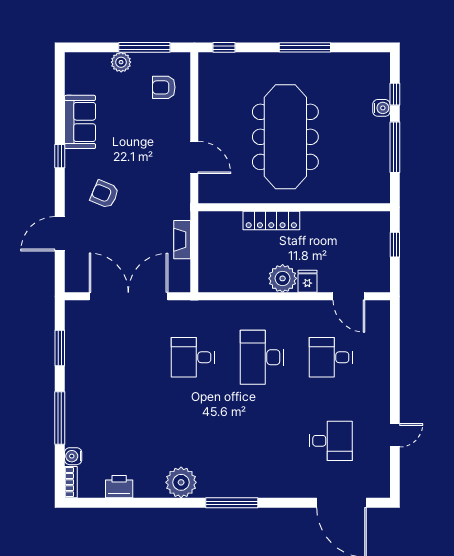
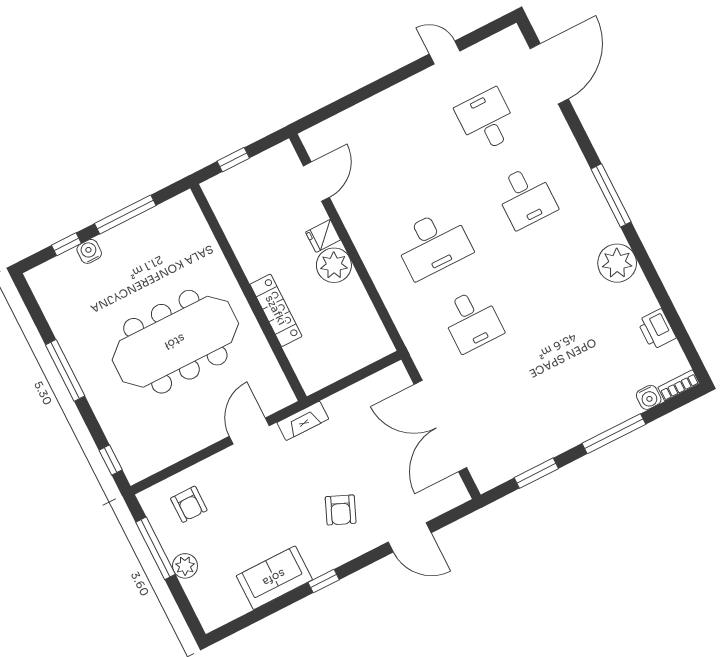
fireplace: (182, 240) -> (303, 421), moved
desk: (331, 357) -> (526, 197), moved

